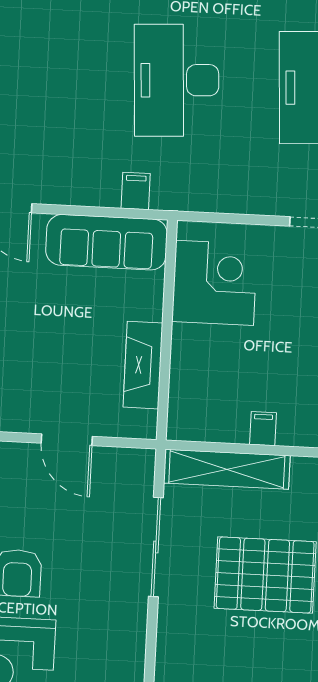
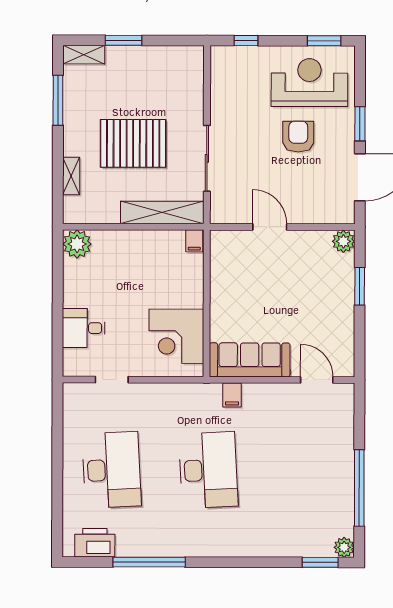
fireplace: (143, 365) -> (221, 279), removed
filing cabinet: (263, 429) -> (194, 241), moved

